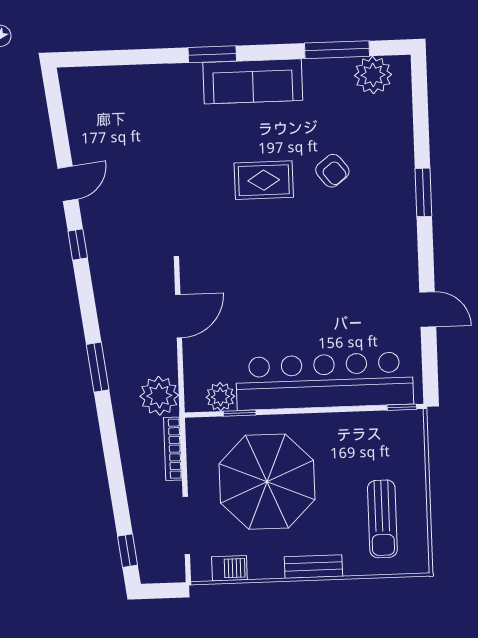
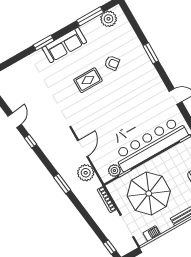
plant: (159, 396) -> (86, 173), moved

